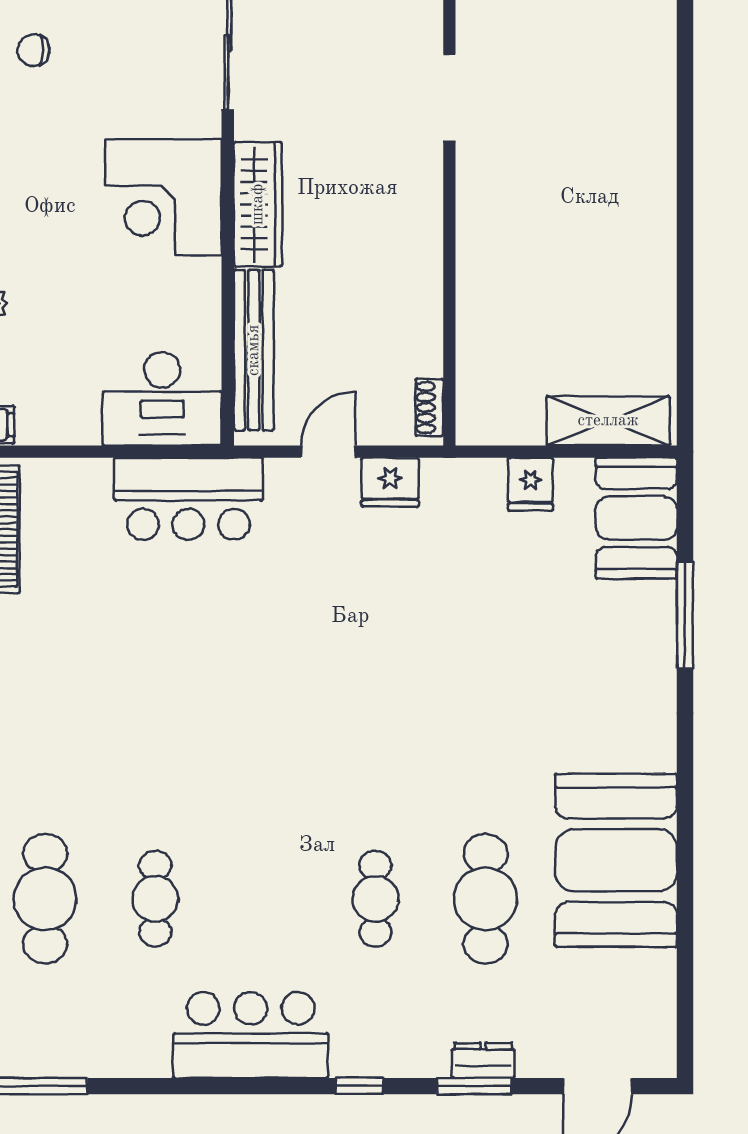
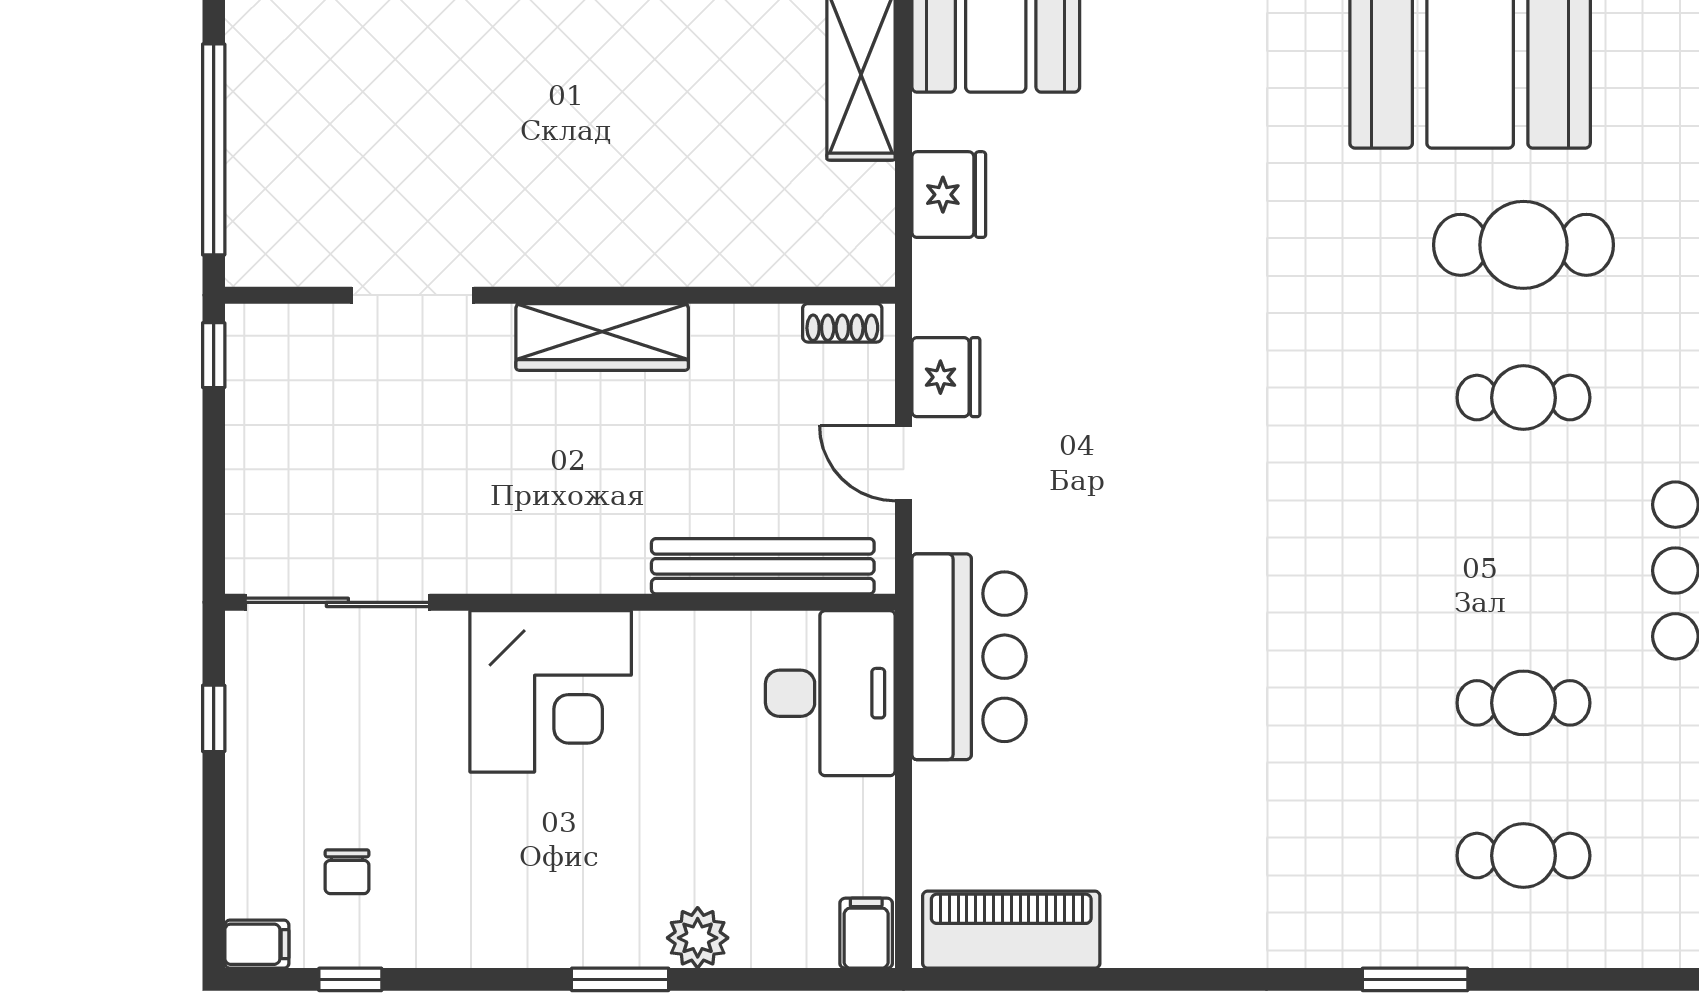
wardrobe: (258, 204) -> (602, 337), moved, turned 180
fridge: (530, 484) -> (949, 195), width x1.38
cafe table: (45, 899) -> (1523, 856), width x0.73, depth x0.74

